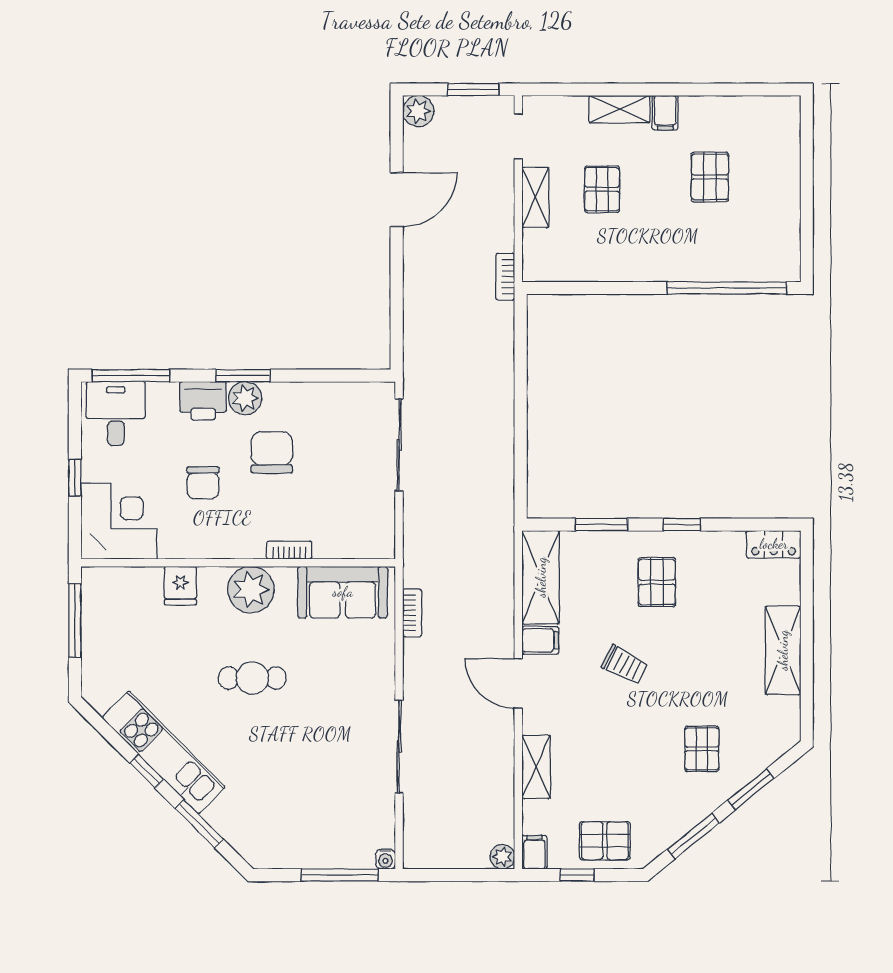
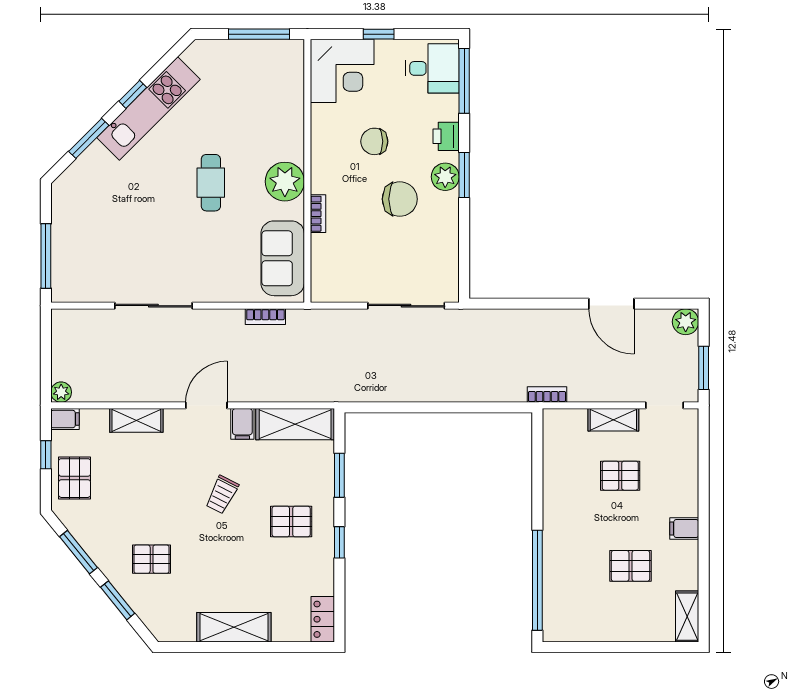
shelving: (619, 109) -> (687, 617), moved
printer: (203, 401) -> (446, 136), width x0.73, depth x0.81
fridge: (180, 586) -> (288, 123), removed
water cooler: (386, 859) -> (59, 294), removed

